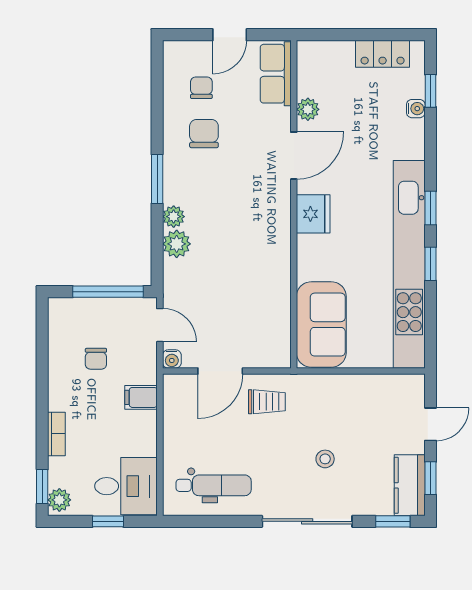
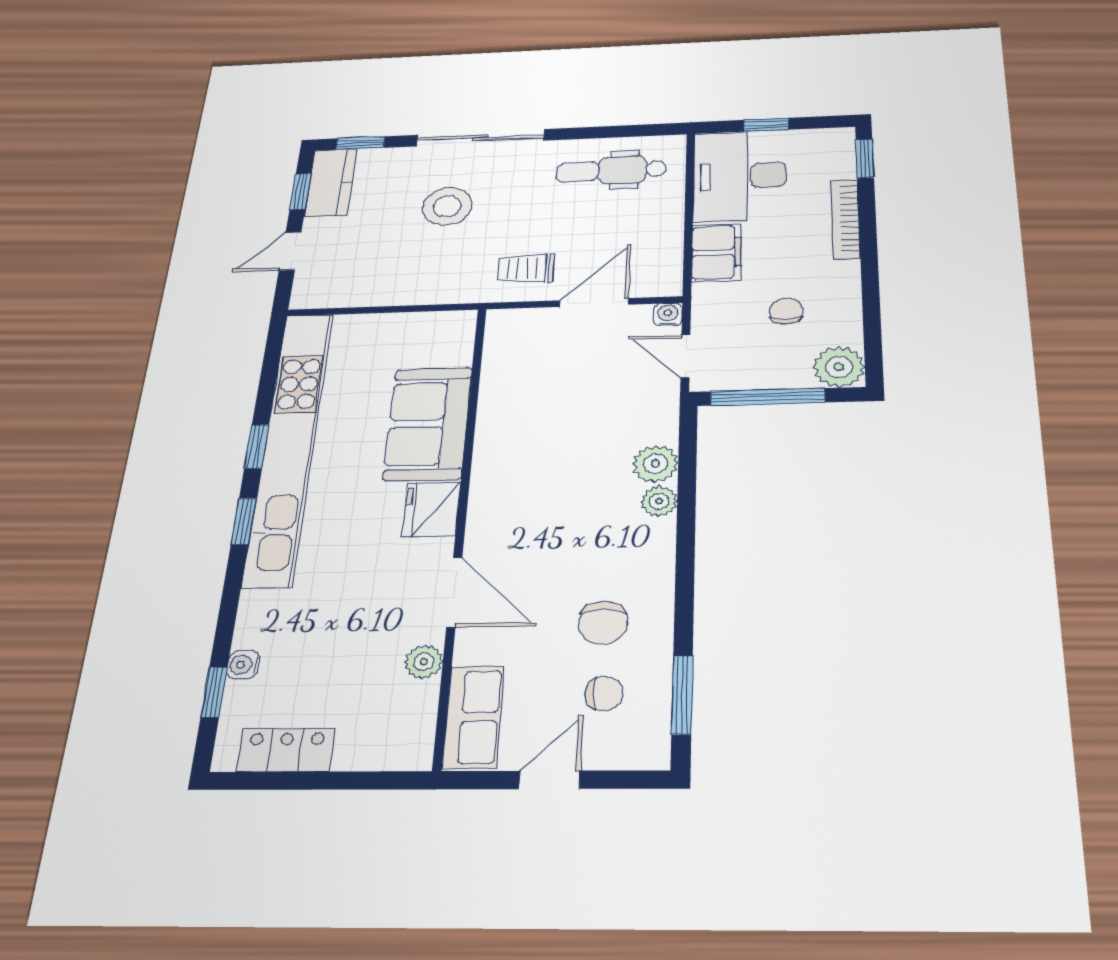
chair: (201, 88) -> (604, 693), turned -90
door: (294, 156) -> (454, 592), swing flipped
window: (157, 179) -> (682, 695), moved
sofa: (321, 325) -> (428, 423), moved
filing cabinet: (141, 397) -> (717, 252), width x2.00
bookcase: (56, 434) -> (846, 219), width x1.56
stool: (325, 459) -> (447, 206), width x1.89, depth x1.89
desk: (126, 486) -> (740, 176), width x1.37
plant: (59, 500) -> (839, 367), moved, width x1.38, depth x1.38

